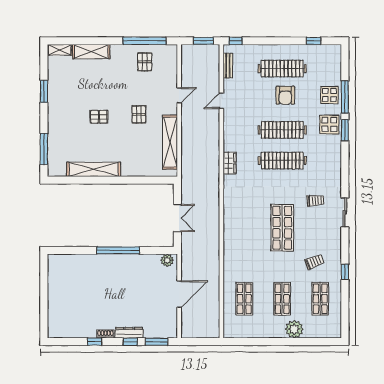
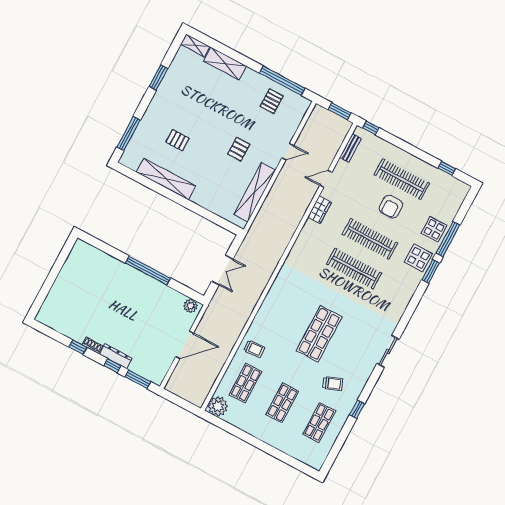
pallet: (99, 117) -> (178, 140), moved
wardrobe: (229, 163) -> (320, 210), moved
trolley: (316, 201) -> (254, 349), moved
plant: (294, 329) -> (218, 406), moved

